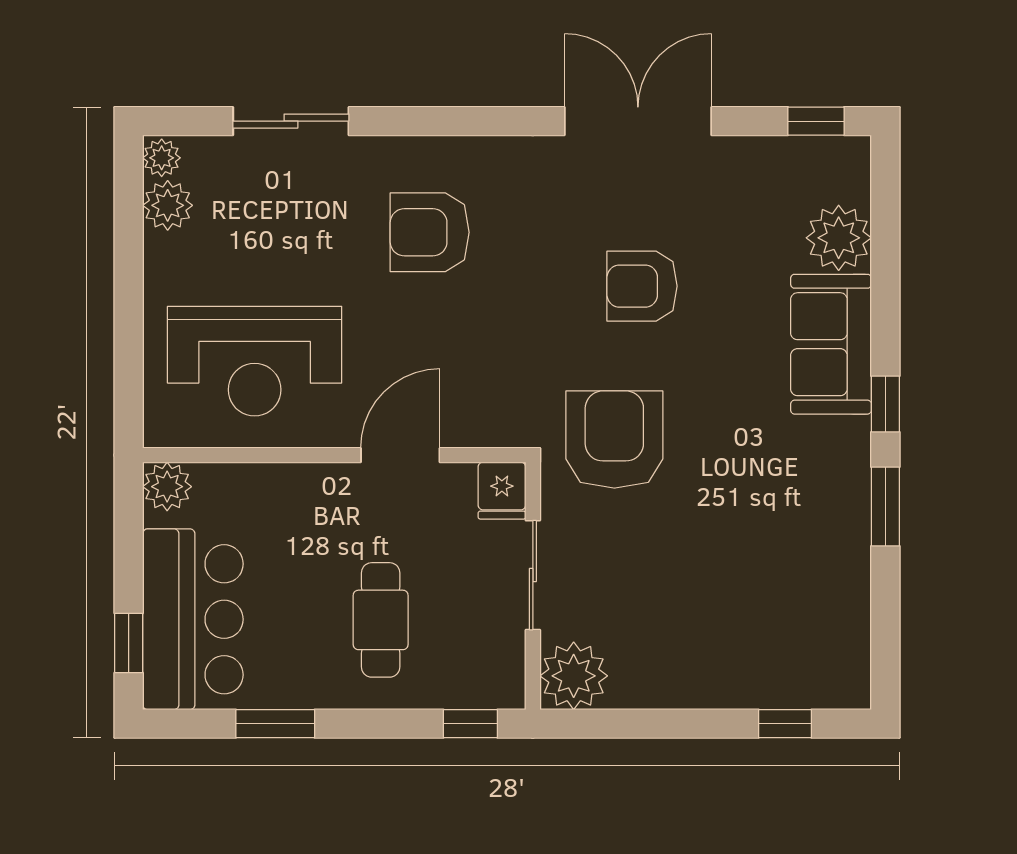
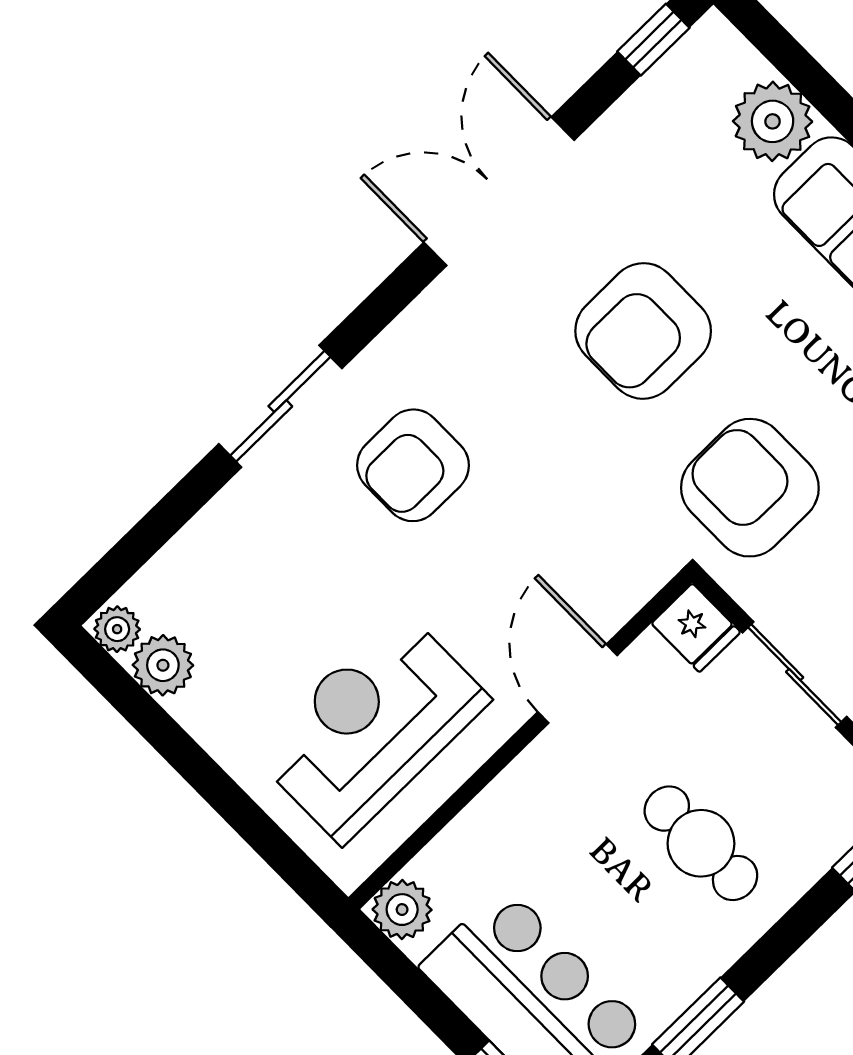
sliding door: (291, 121) -> (280, 406), moved
armchair: (642, 286) -> (643, 331), width x1.36, depth x1.36
reception desk: (255, 361) -> (371, 726), turned 180

